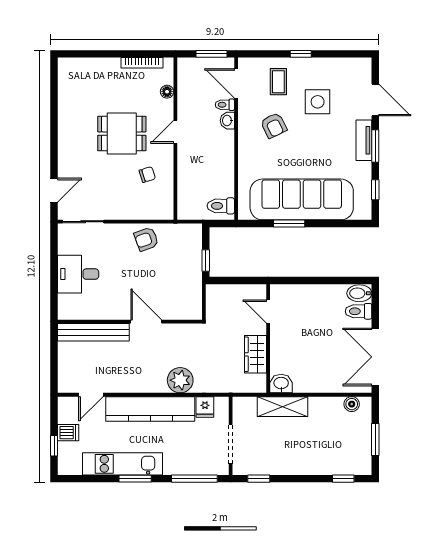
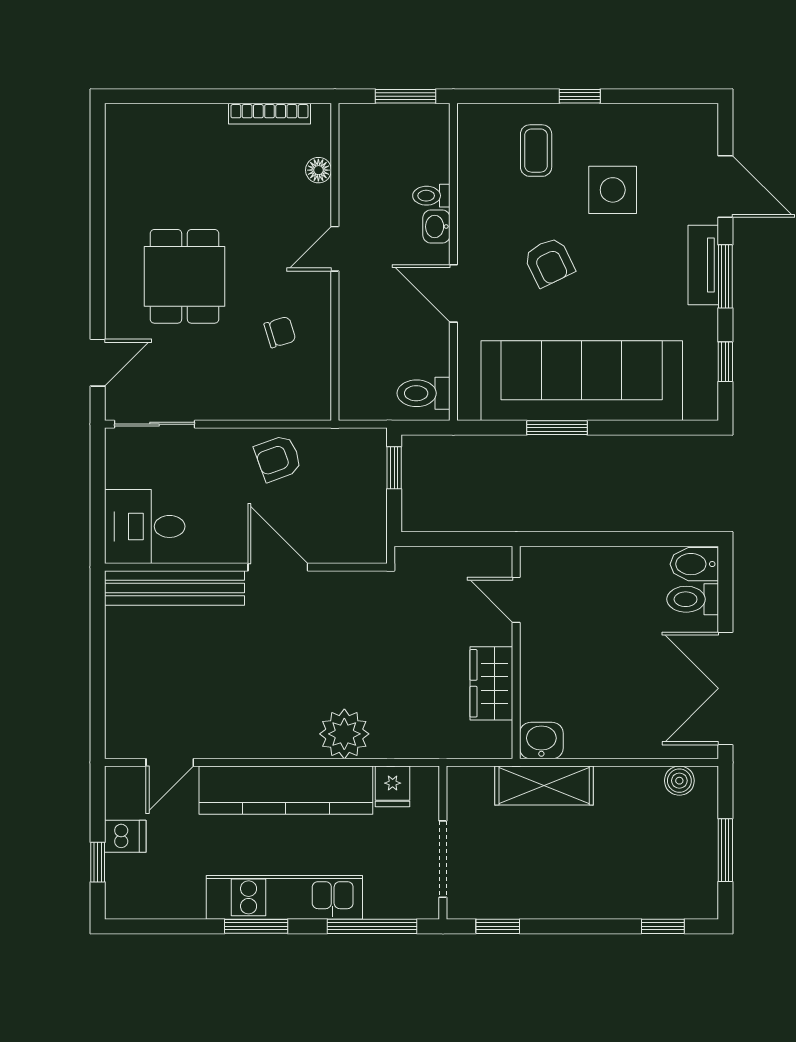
door: (236, 83) -> (453, 293), moved
armchair: (274, 125) -> (549, 262), moved
dining table: (122, 134) -> (184, 276), moved, turned 90
window: (206, 260) -> (394, 468), moved
wall: (130, 322) -> (246, 567), moved
door: (146, 322) -> (278, 567), moved
bench: (93, 332) -> (174, 588), moved
kitchen unit: (123, 464) -> (284, 897), moved

